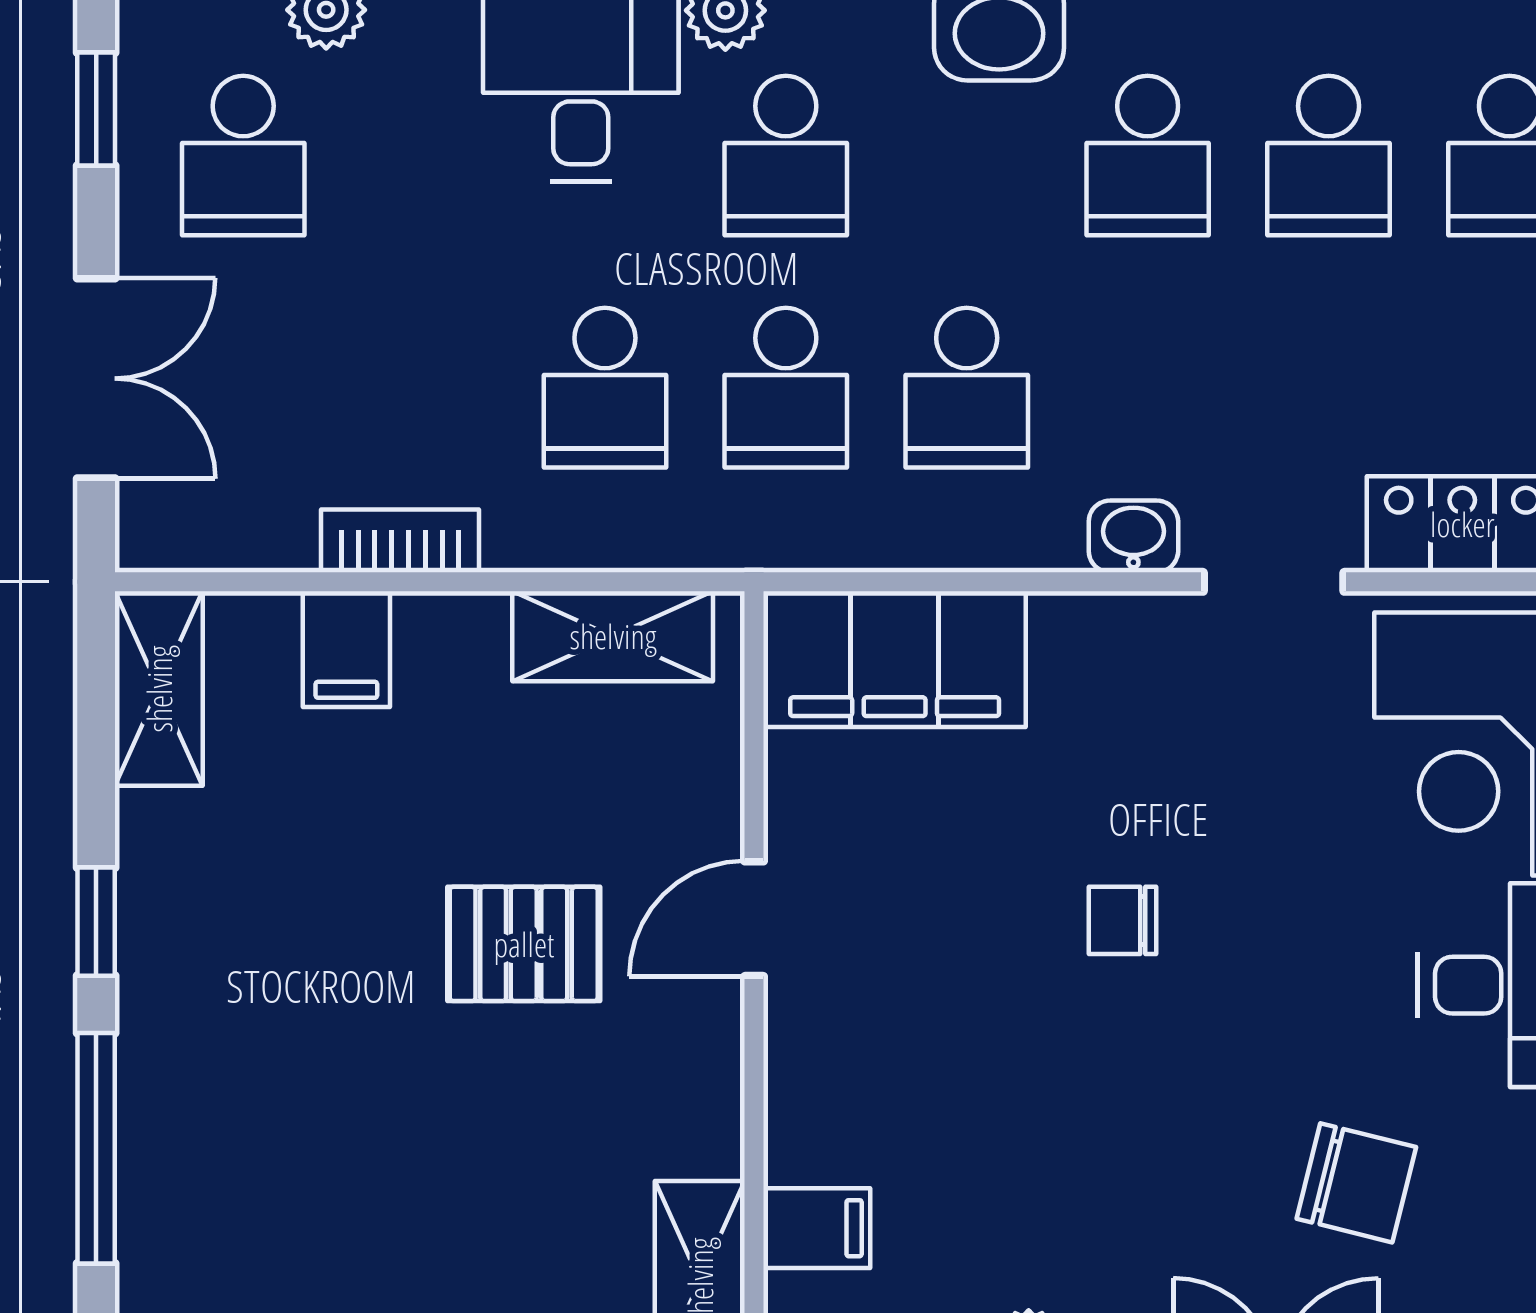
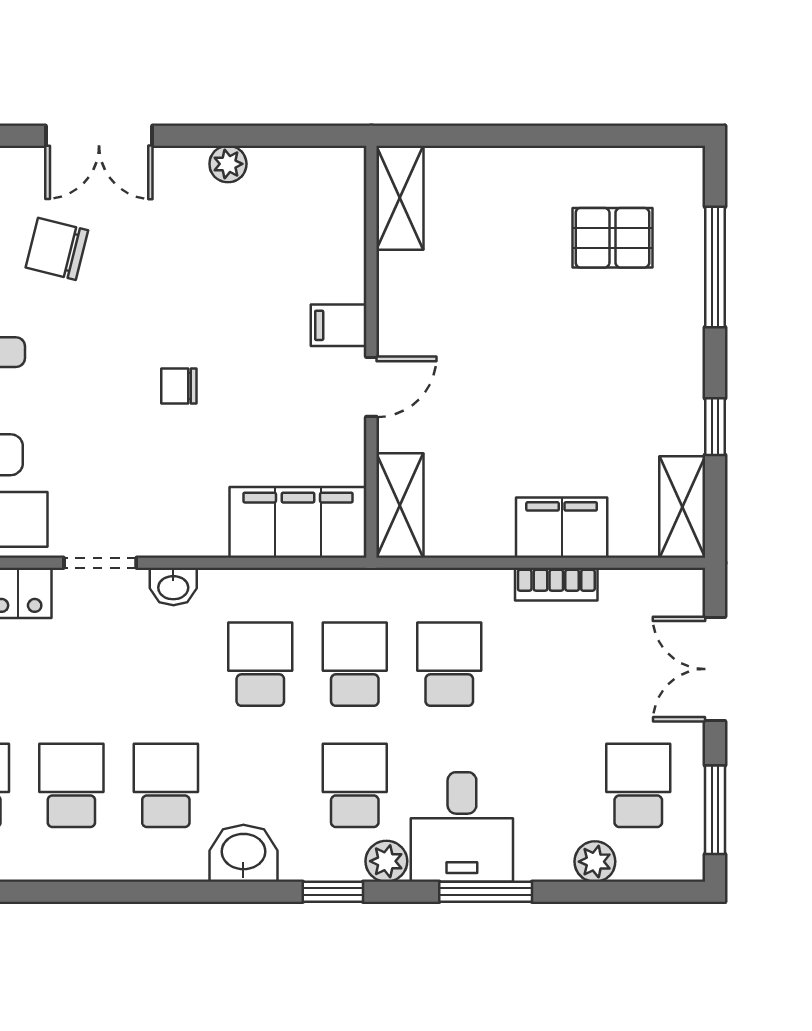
window: (96, 109) -> (715, 810), width x1.50
shelving: (613, 636) -> (400, 505), moved, turned 90
filing cabinet: (346, 649) -> (562, 528), width x2.00
chair: (1123, 920) -> (179, 386), turned 180
window: (96, 922) -> (715, 427), moved
pallet: (524, 944) -> (612, 238), moved
filing cabinet: (817, 1228) -> (339, 325), moved

